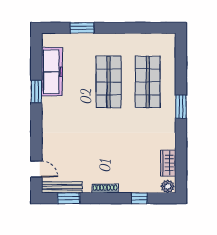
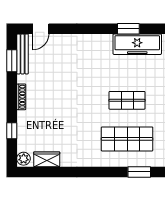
shop shelf: (109, 82) -> (127, 100), width x0.70, depth x0.74
window: (36, 91) -> (128, 29), moved
window: (181, 107) -> (139, 172), moved

